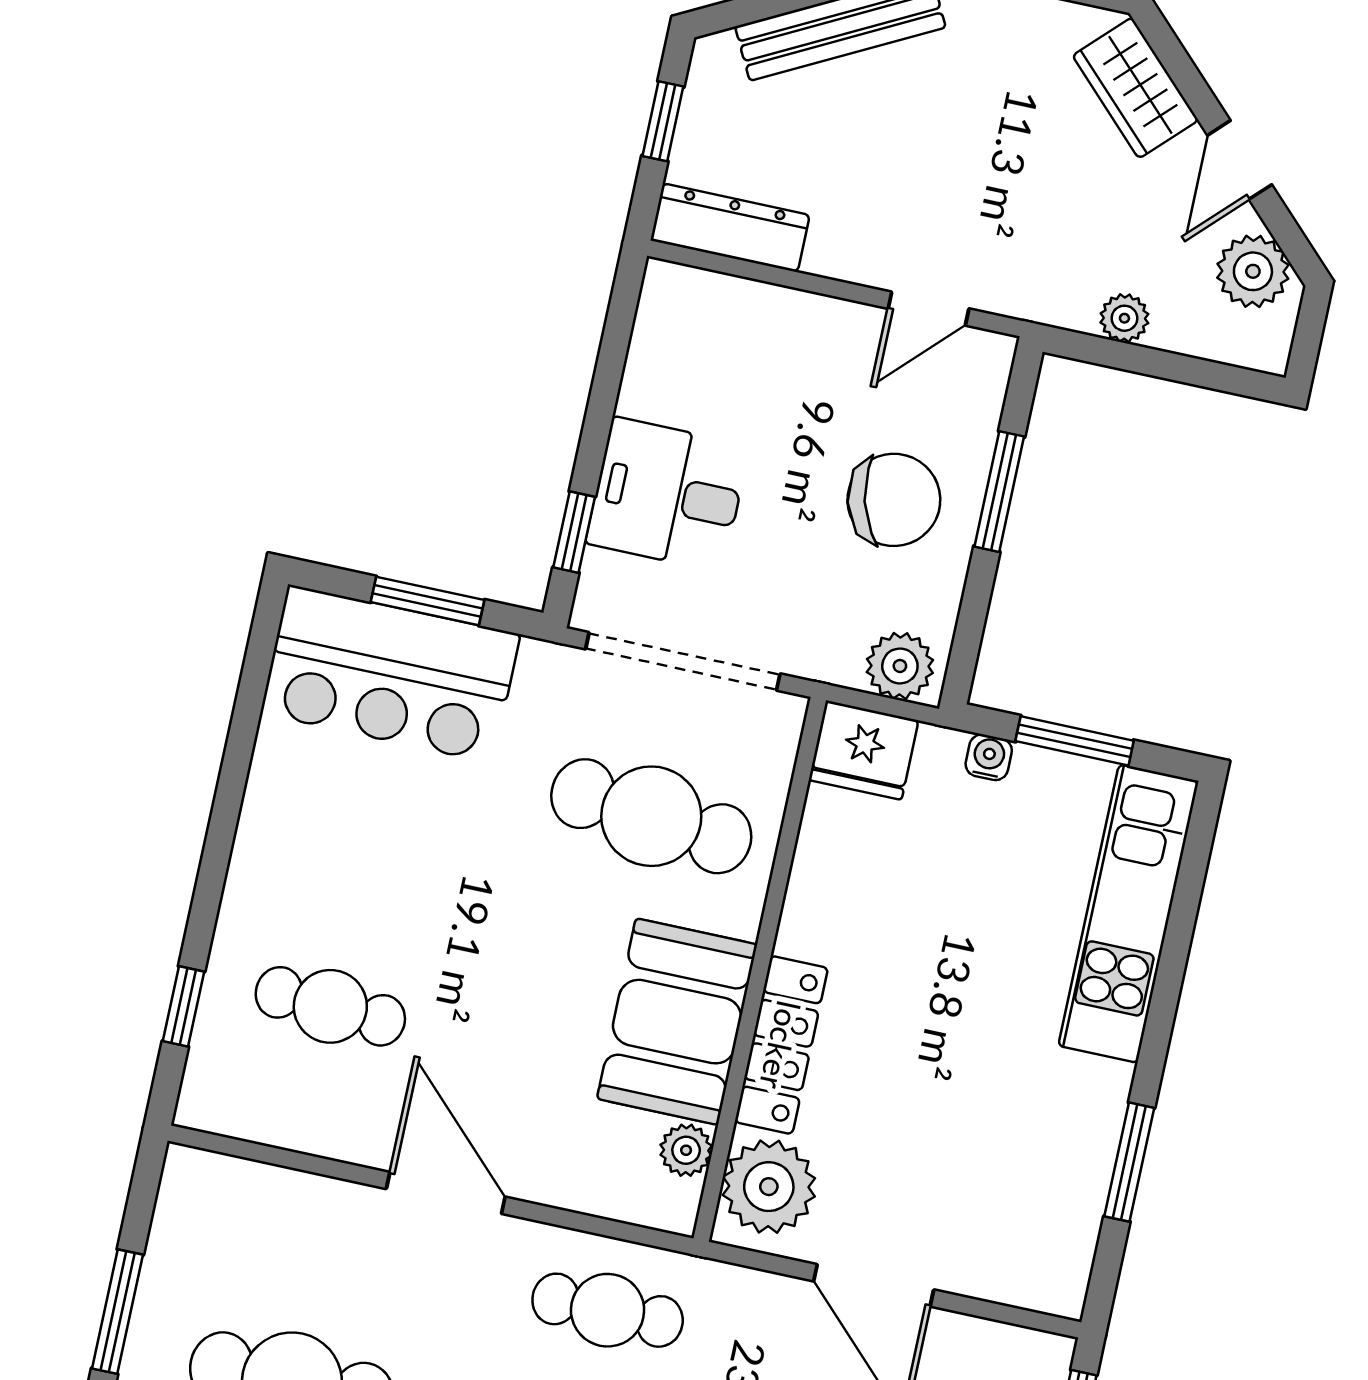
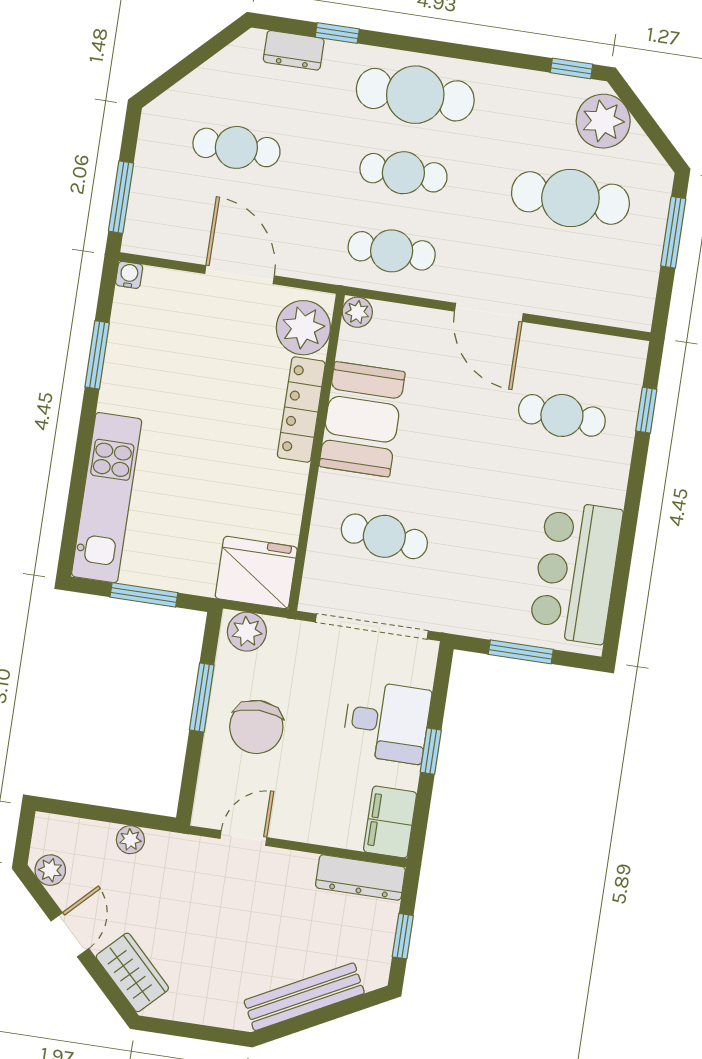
plant: (1253, 271) -> (50, 870), width x0.73, depth x0.73
filing cabinet: (673, 321) -> (390, 822), added
window: (999, 492) -> (202, 697), moved
chair: (894, 500) -> (256, 727), turned -75
window: (574, 532) -> (431, 751), moved
bar counter: (390, 674) -> (576, 572), moved, turned -90
fridge: (864, 750) -> (256, 573), width x1.36, depth x1.34
water cooler: (989, 757) -> (129, 275), moved, turned 180
cafe table: (651, 816) -> (384, 536), width x0.73, depth x0.74
plant: (686, 1150) -> (357, 312), moved

